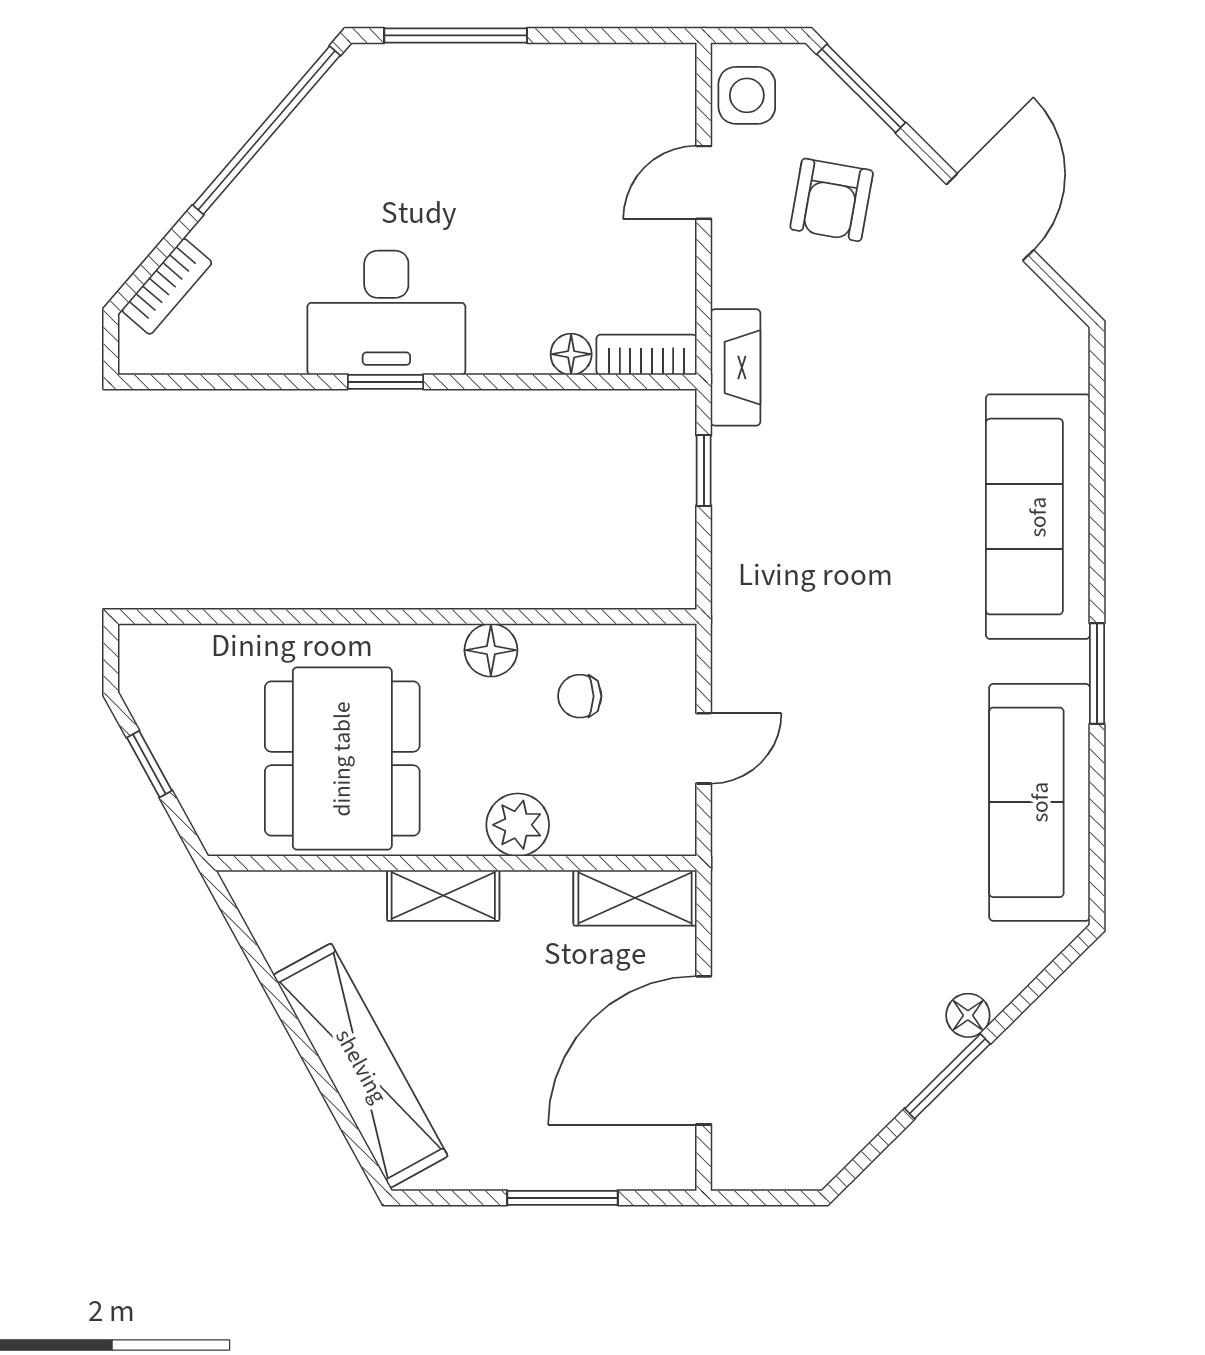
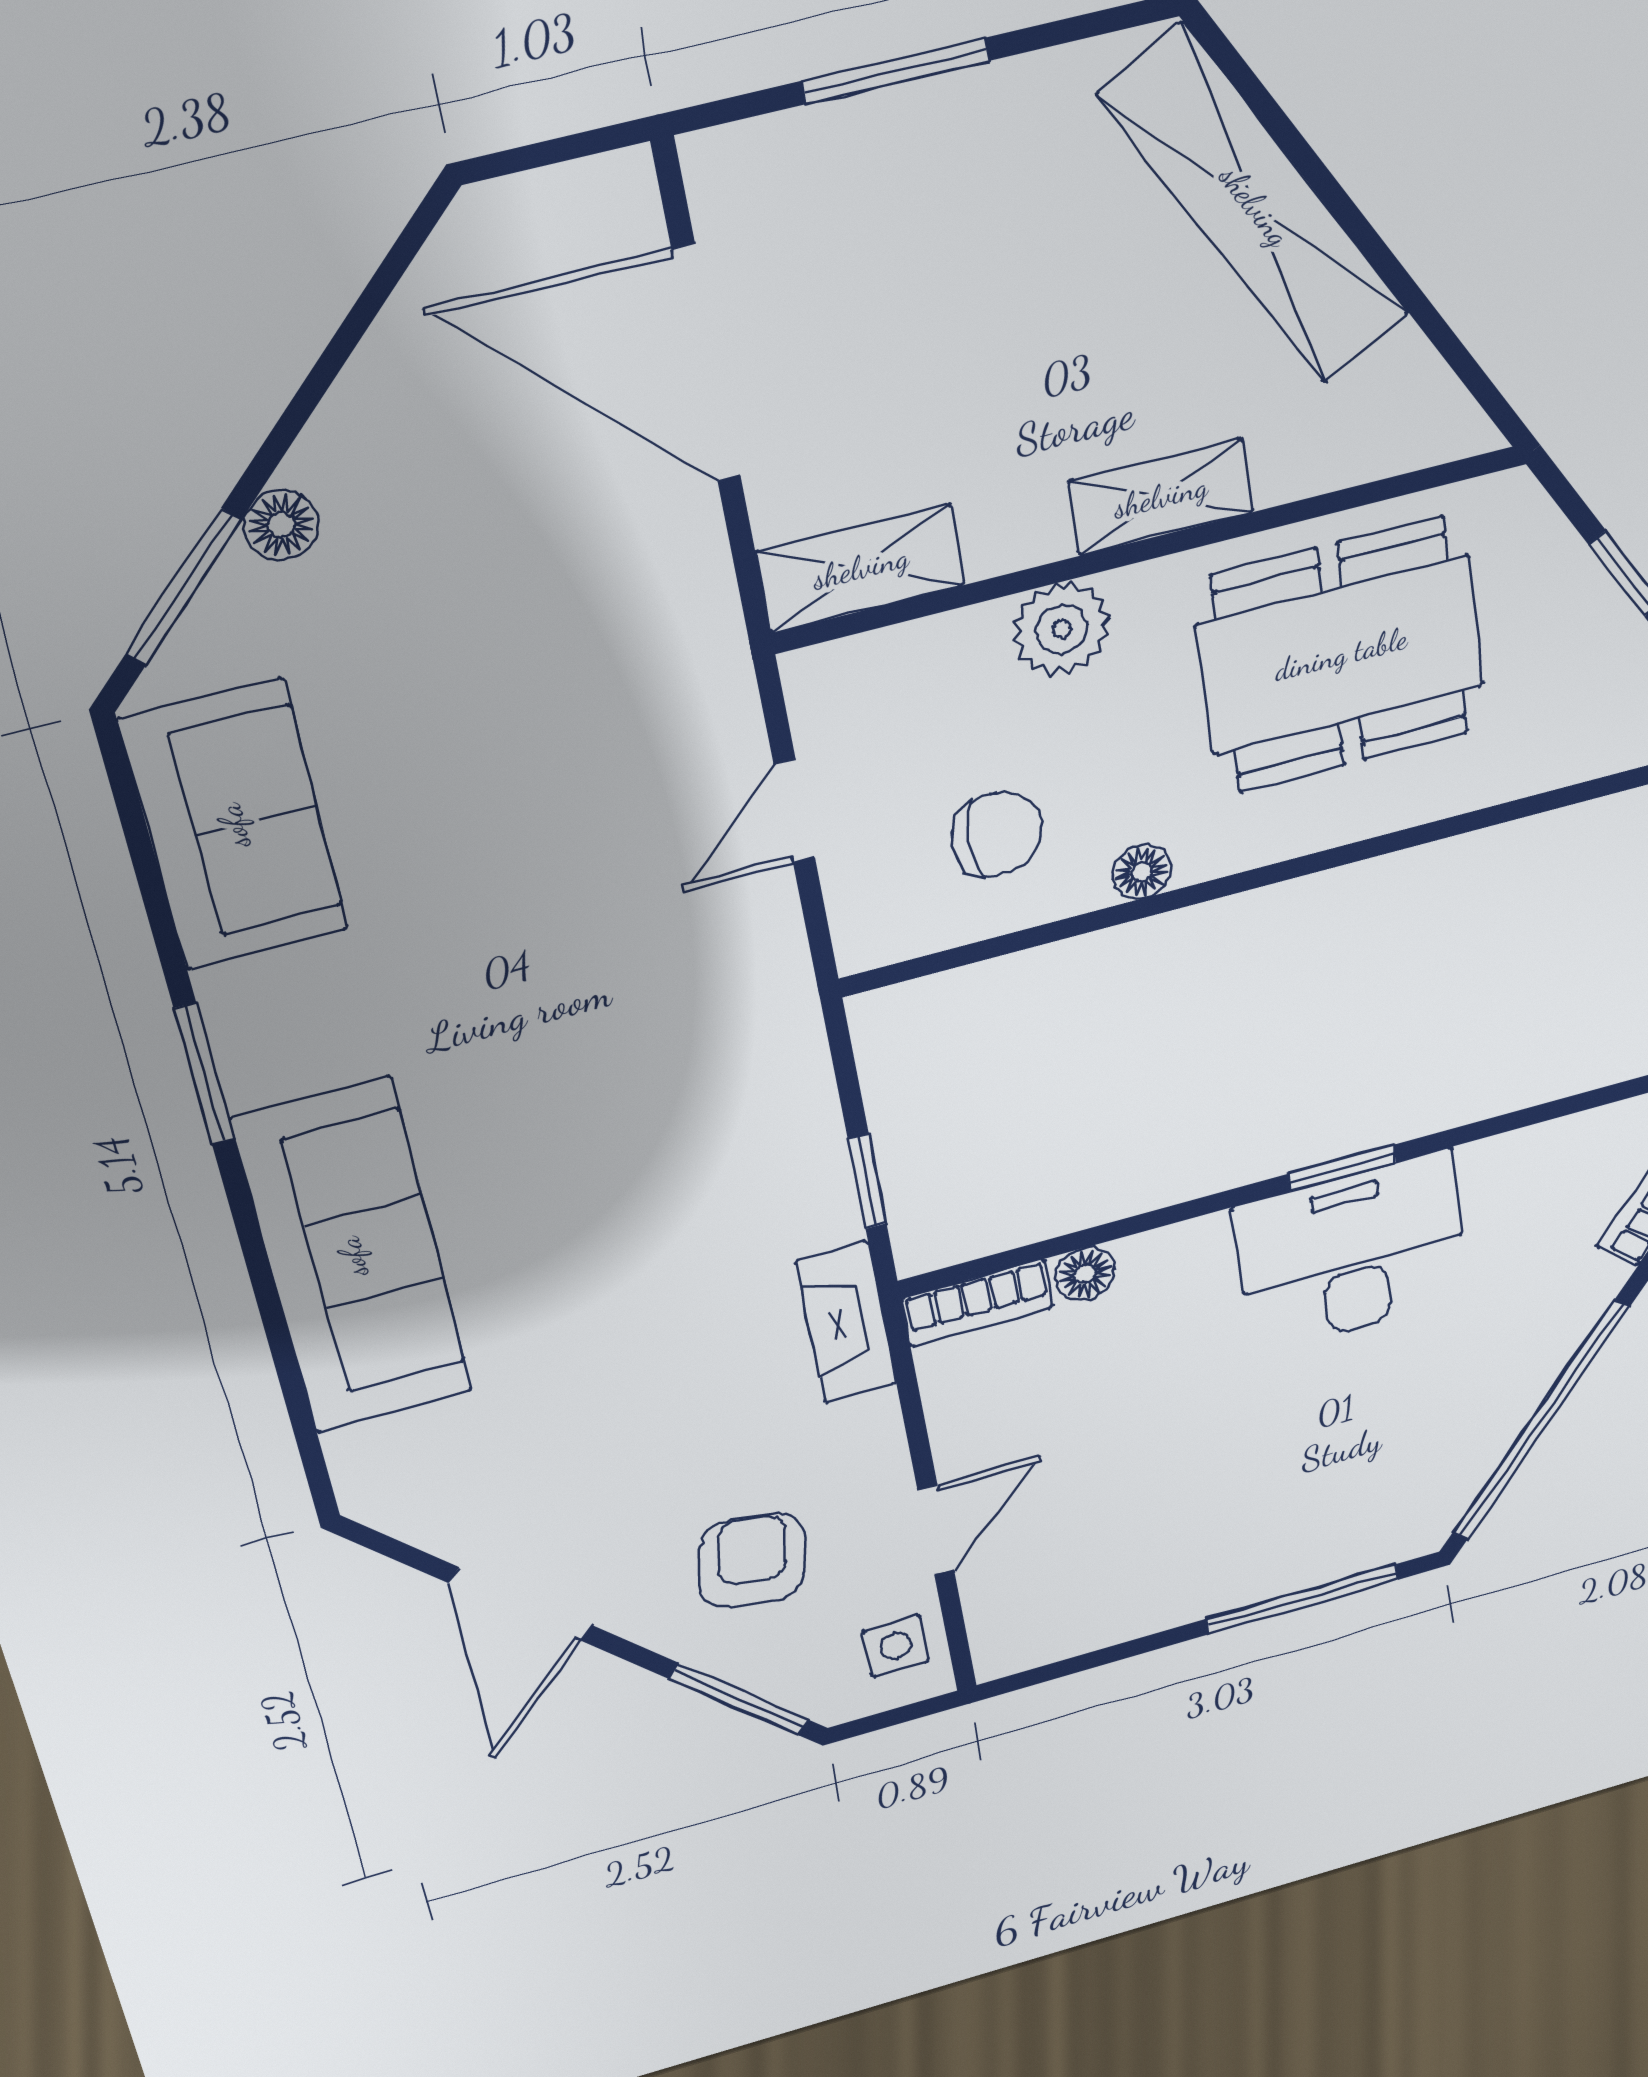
side table: (747, 95) -> (896, 1646), width x0.73, depth x0.73
floor lamp: (491, 650) -> (1141, 872), width x0.73, depth x0.73
chair: (580, 696) -> (997, 834), width x1.37, depth x1.37
dining table: (342, 759) -> (1341, 655), turned 90
sofa: (1040, 802) -> (234, 826), width x0.73
door: (704, 1050) -> (706, 364), swing flipped
window: (947, 1076) -> (183, 587), moved

